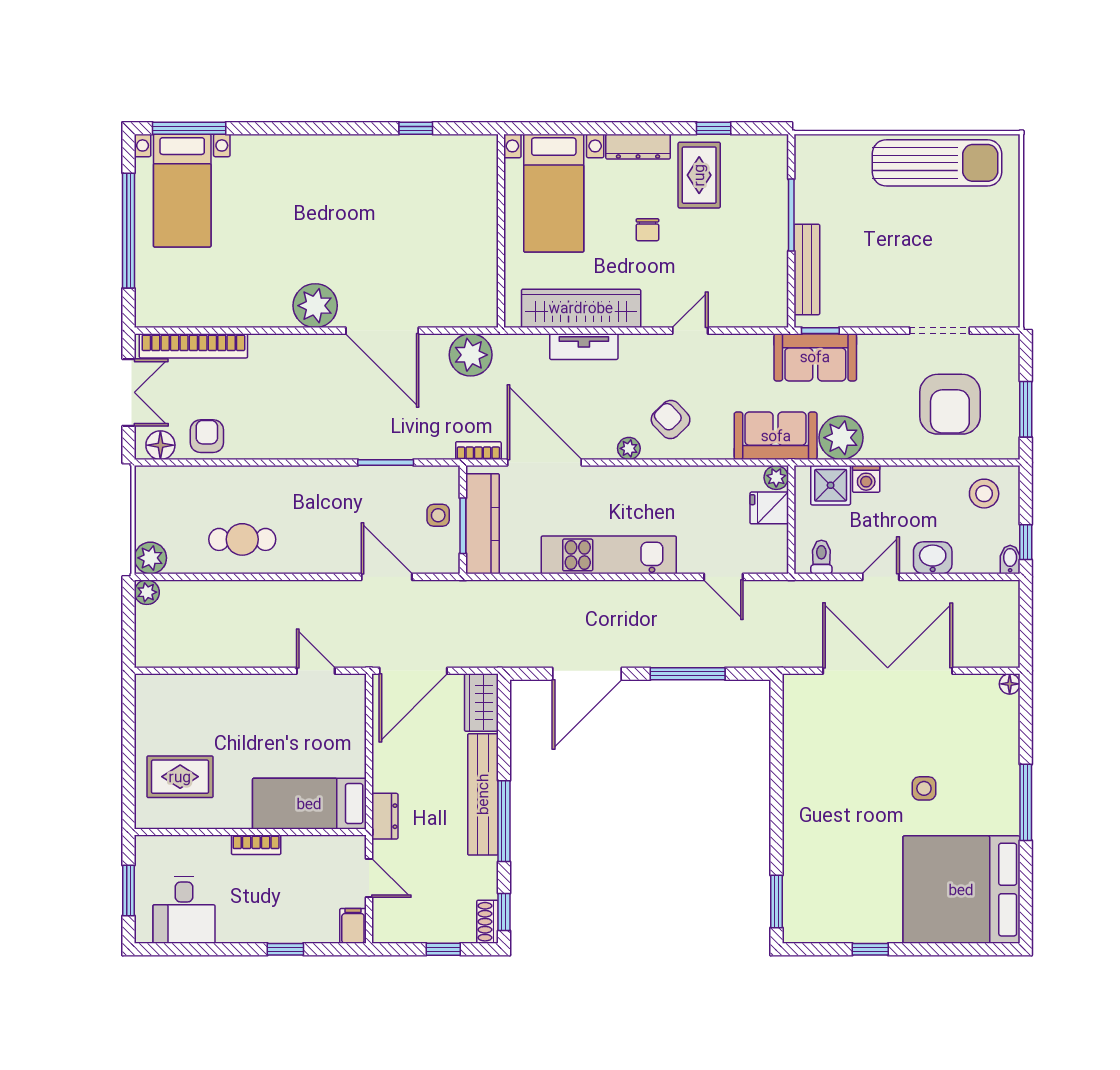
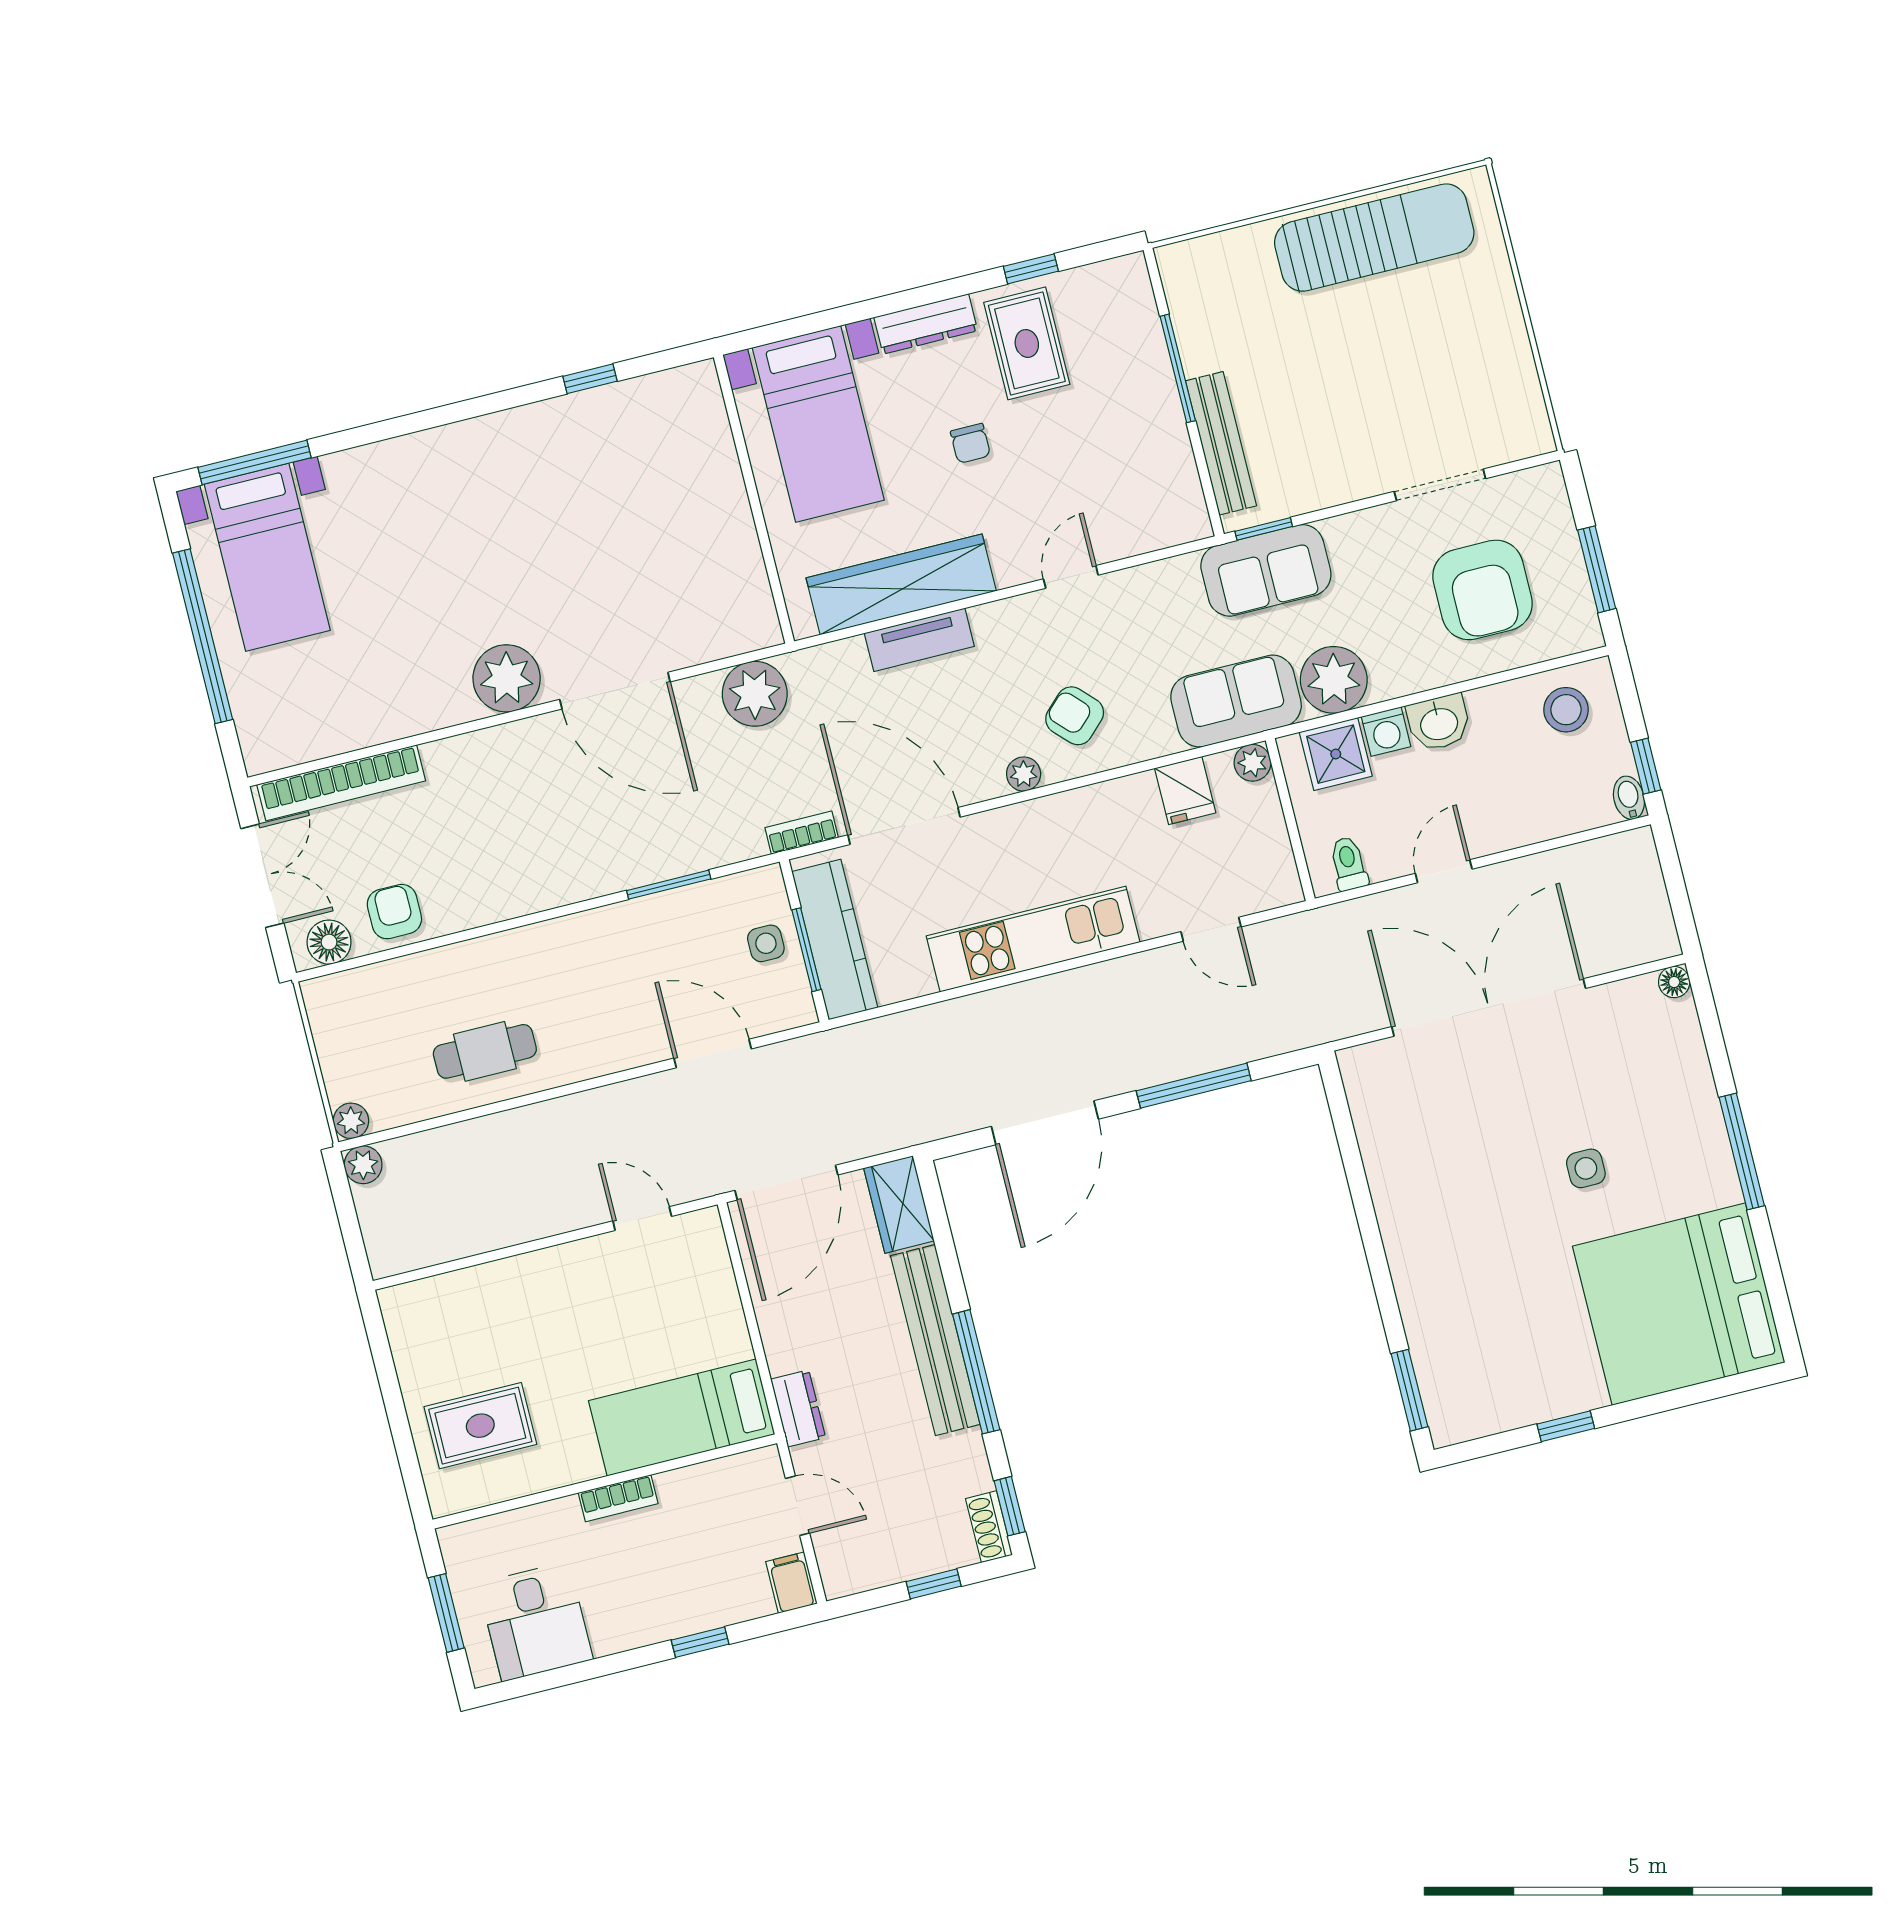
fridge: (769, 508) -> (1185, 791), moved, turned -90
plant: (150, 558) -> (351, 1121), width x0.73, depth x0.73
washbasin: (933, 558) -> (1439, 723), moved, turned 180

